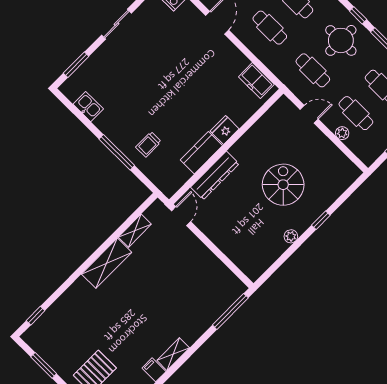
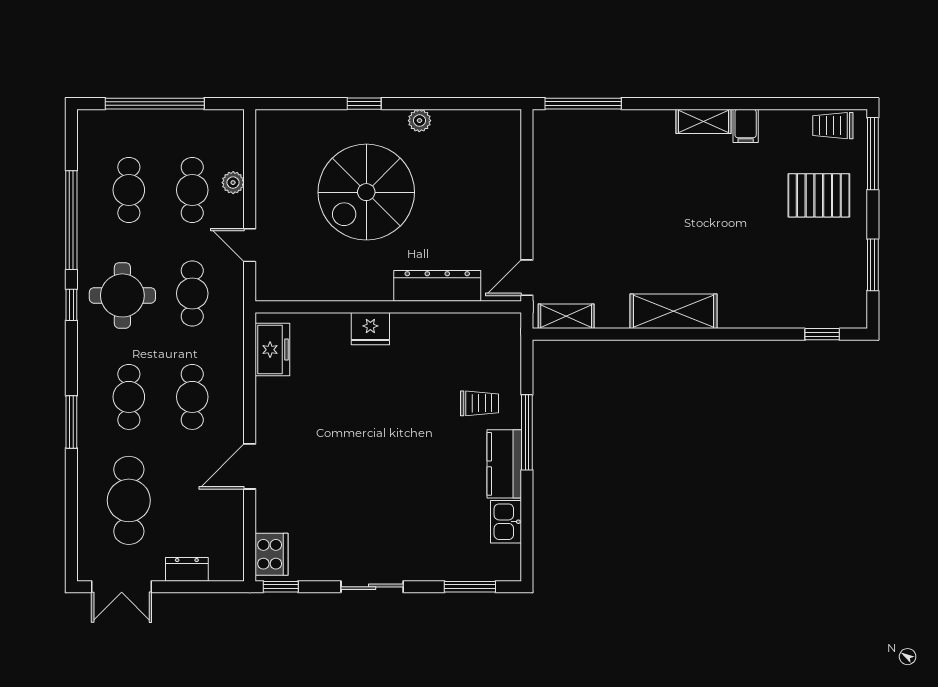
kitchen counter: (201, 153) -> (504, 464), moved, turned 90
spiral stairs: (283, 185) -> (366, 192), width x1.37, depth x1.37
shelving: (135, 231) -> (566, 316), moved

